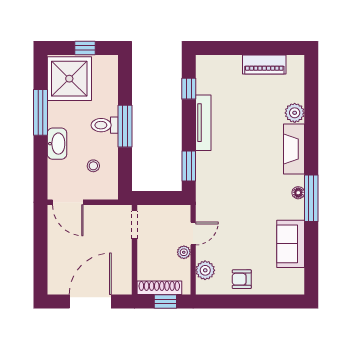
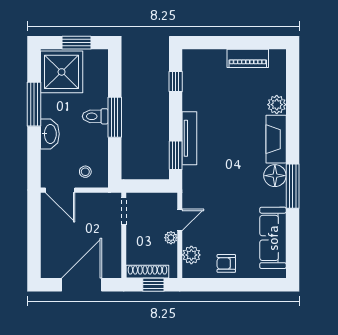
window: (85, 48) -> (77, 43), width x1.50
tv unit: (203, 123) -> (189, 138), moved
stool: (93, 166) -> (85, 172), moved
floor lamp: (298, 193) -> (275, 176), width x1.89, depth x1.89
sofa: (291, 244) -> (273, 238), width x1.36

